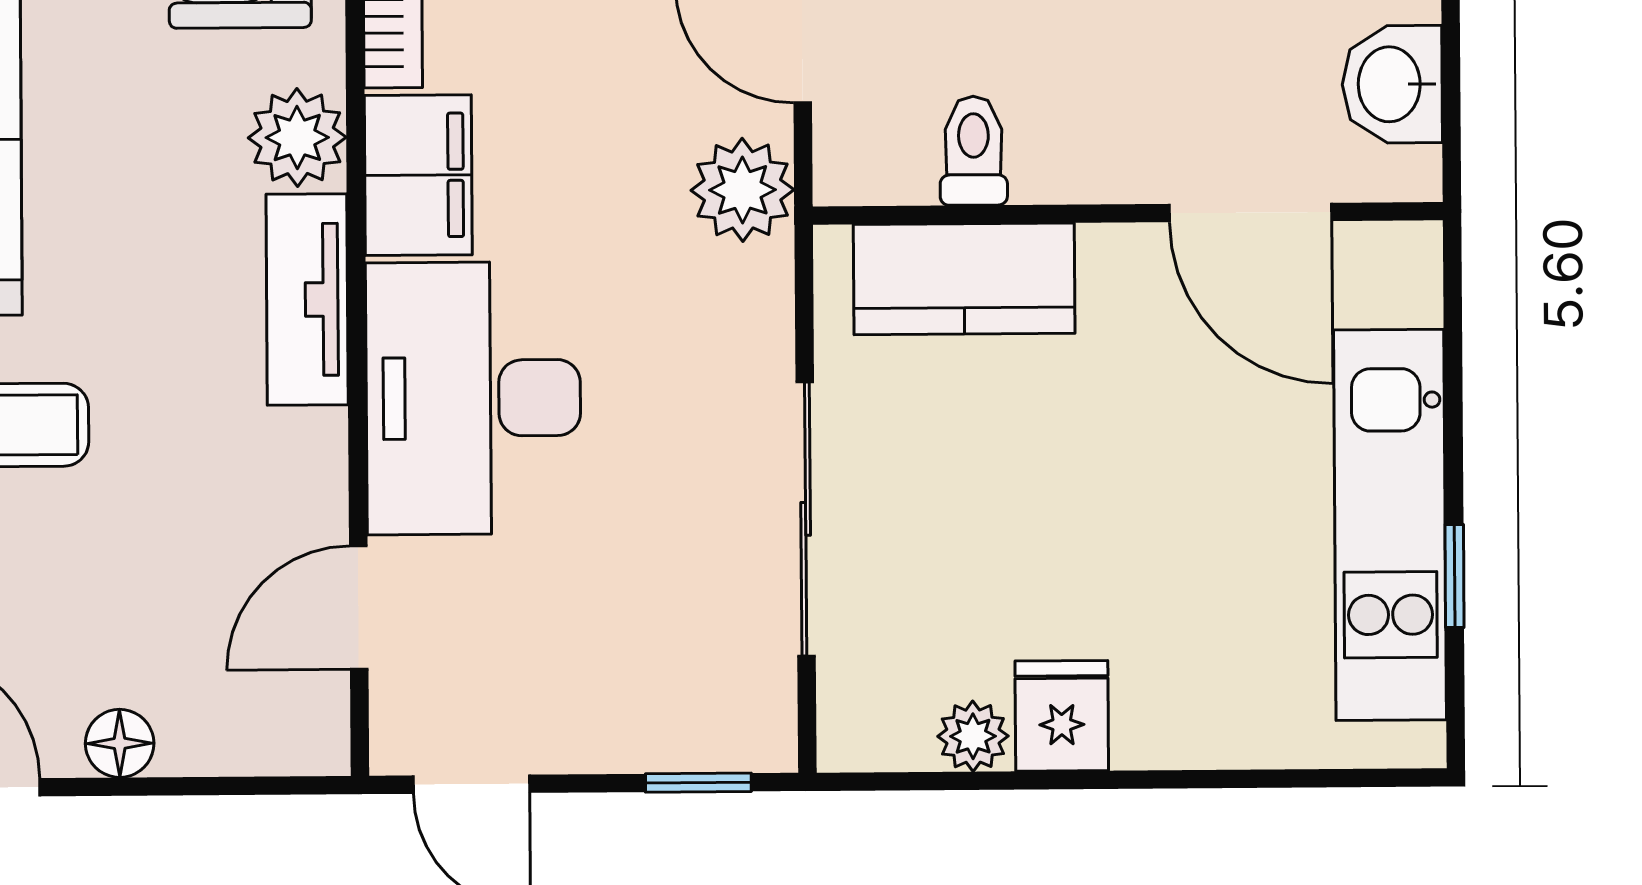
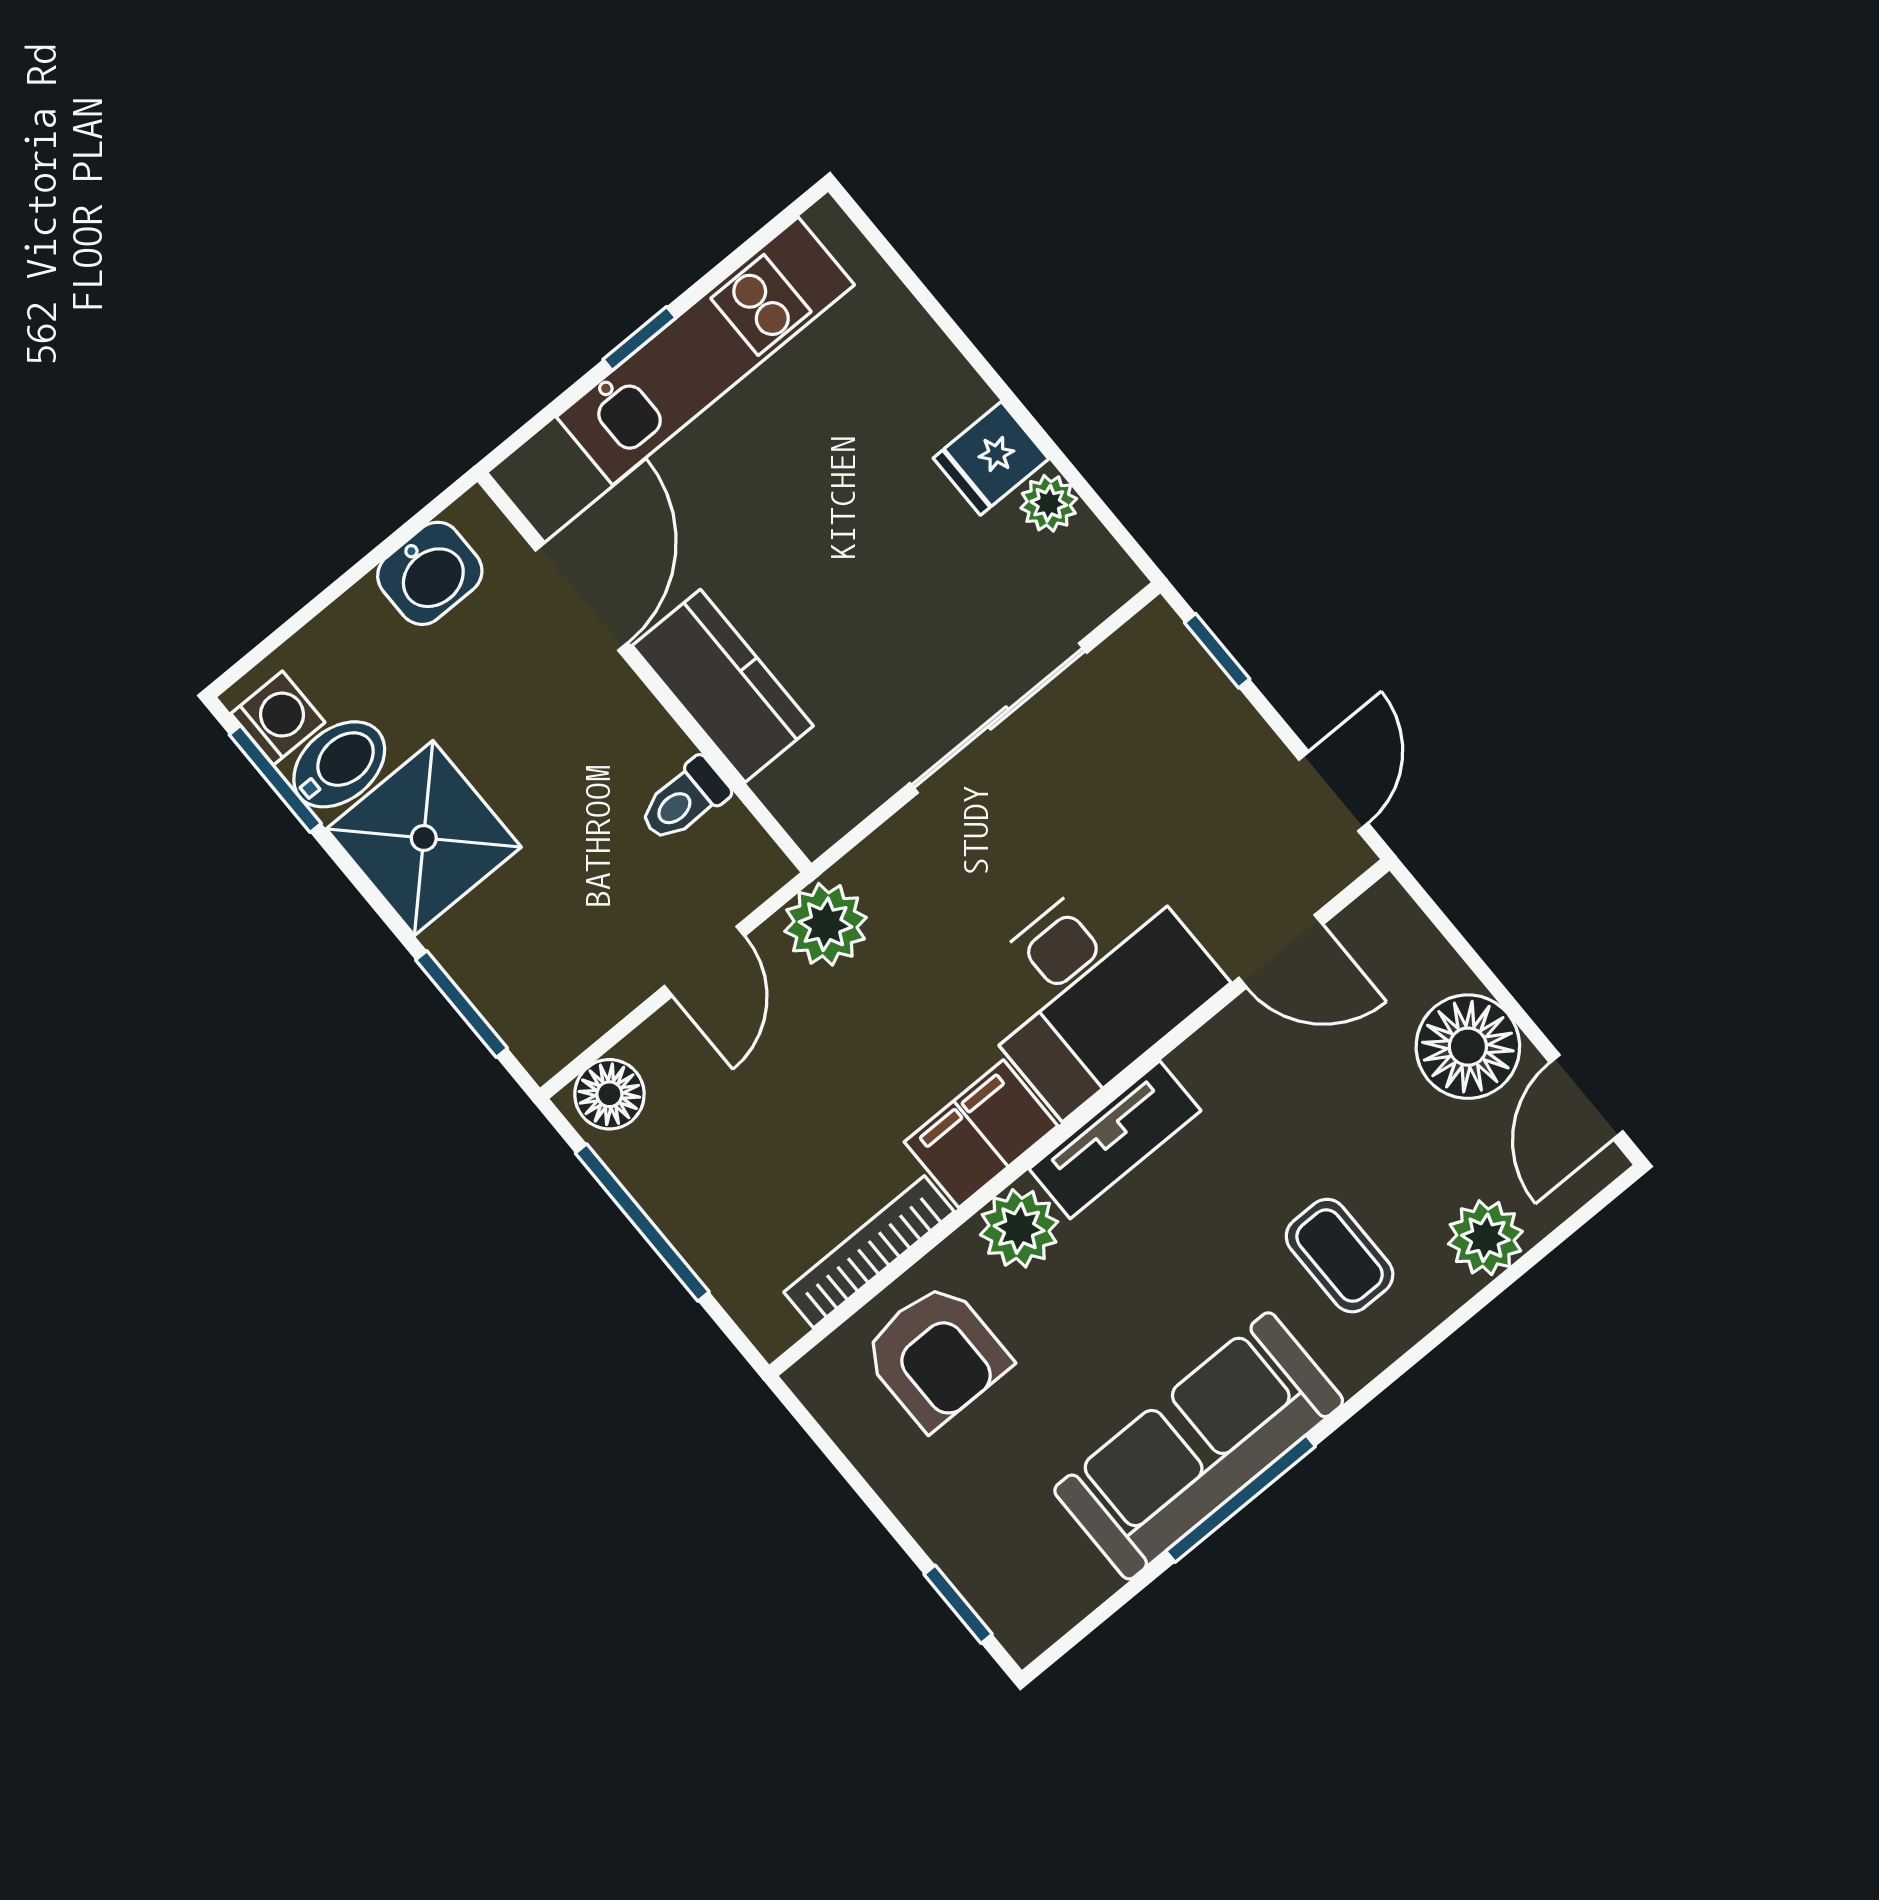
kitchen counter: (964, 279) -> (723, 686), moved
window: (1454, 576) -> (639, 339), moved
floor lamp: (120, 743) -> (1468, 1047), width x1.89, depth x1.89

